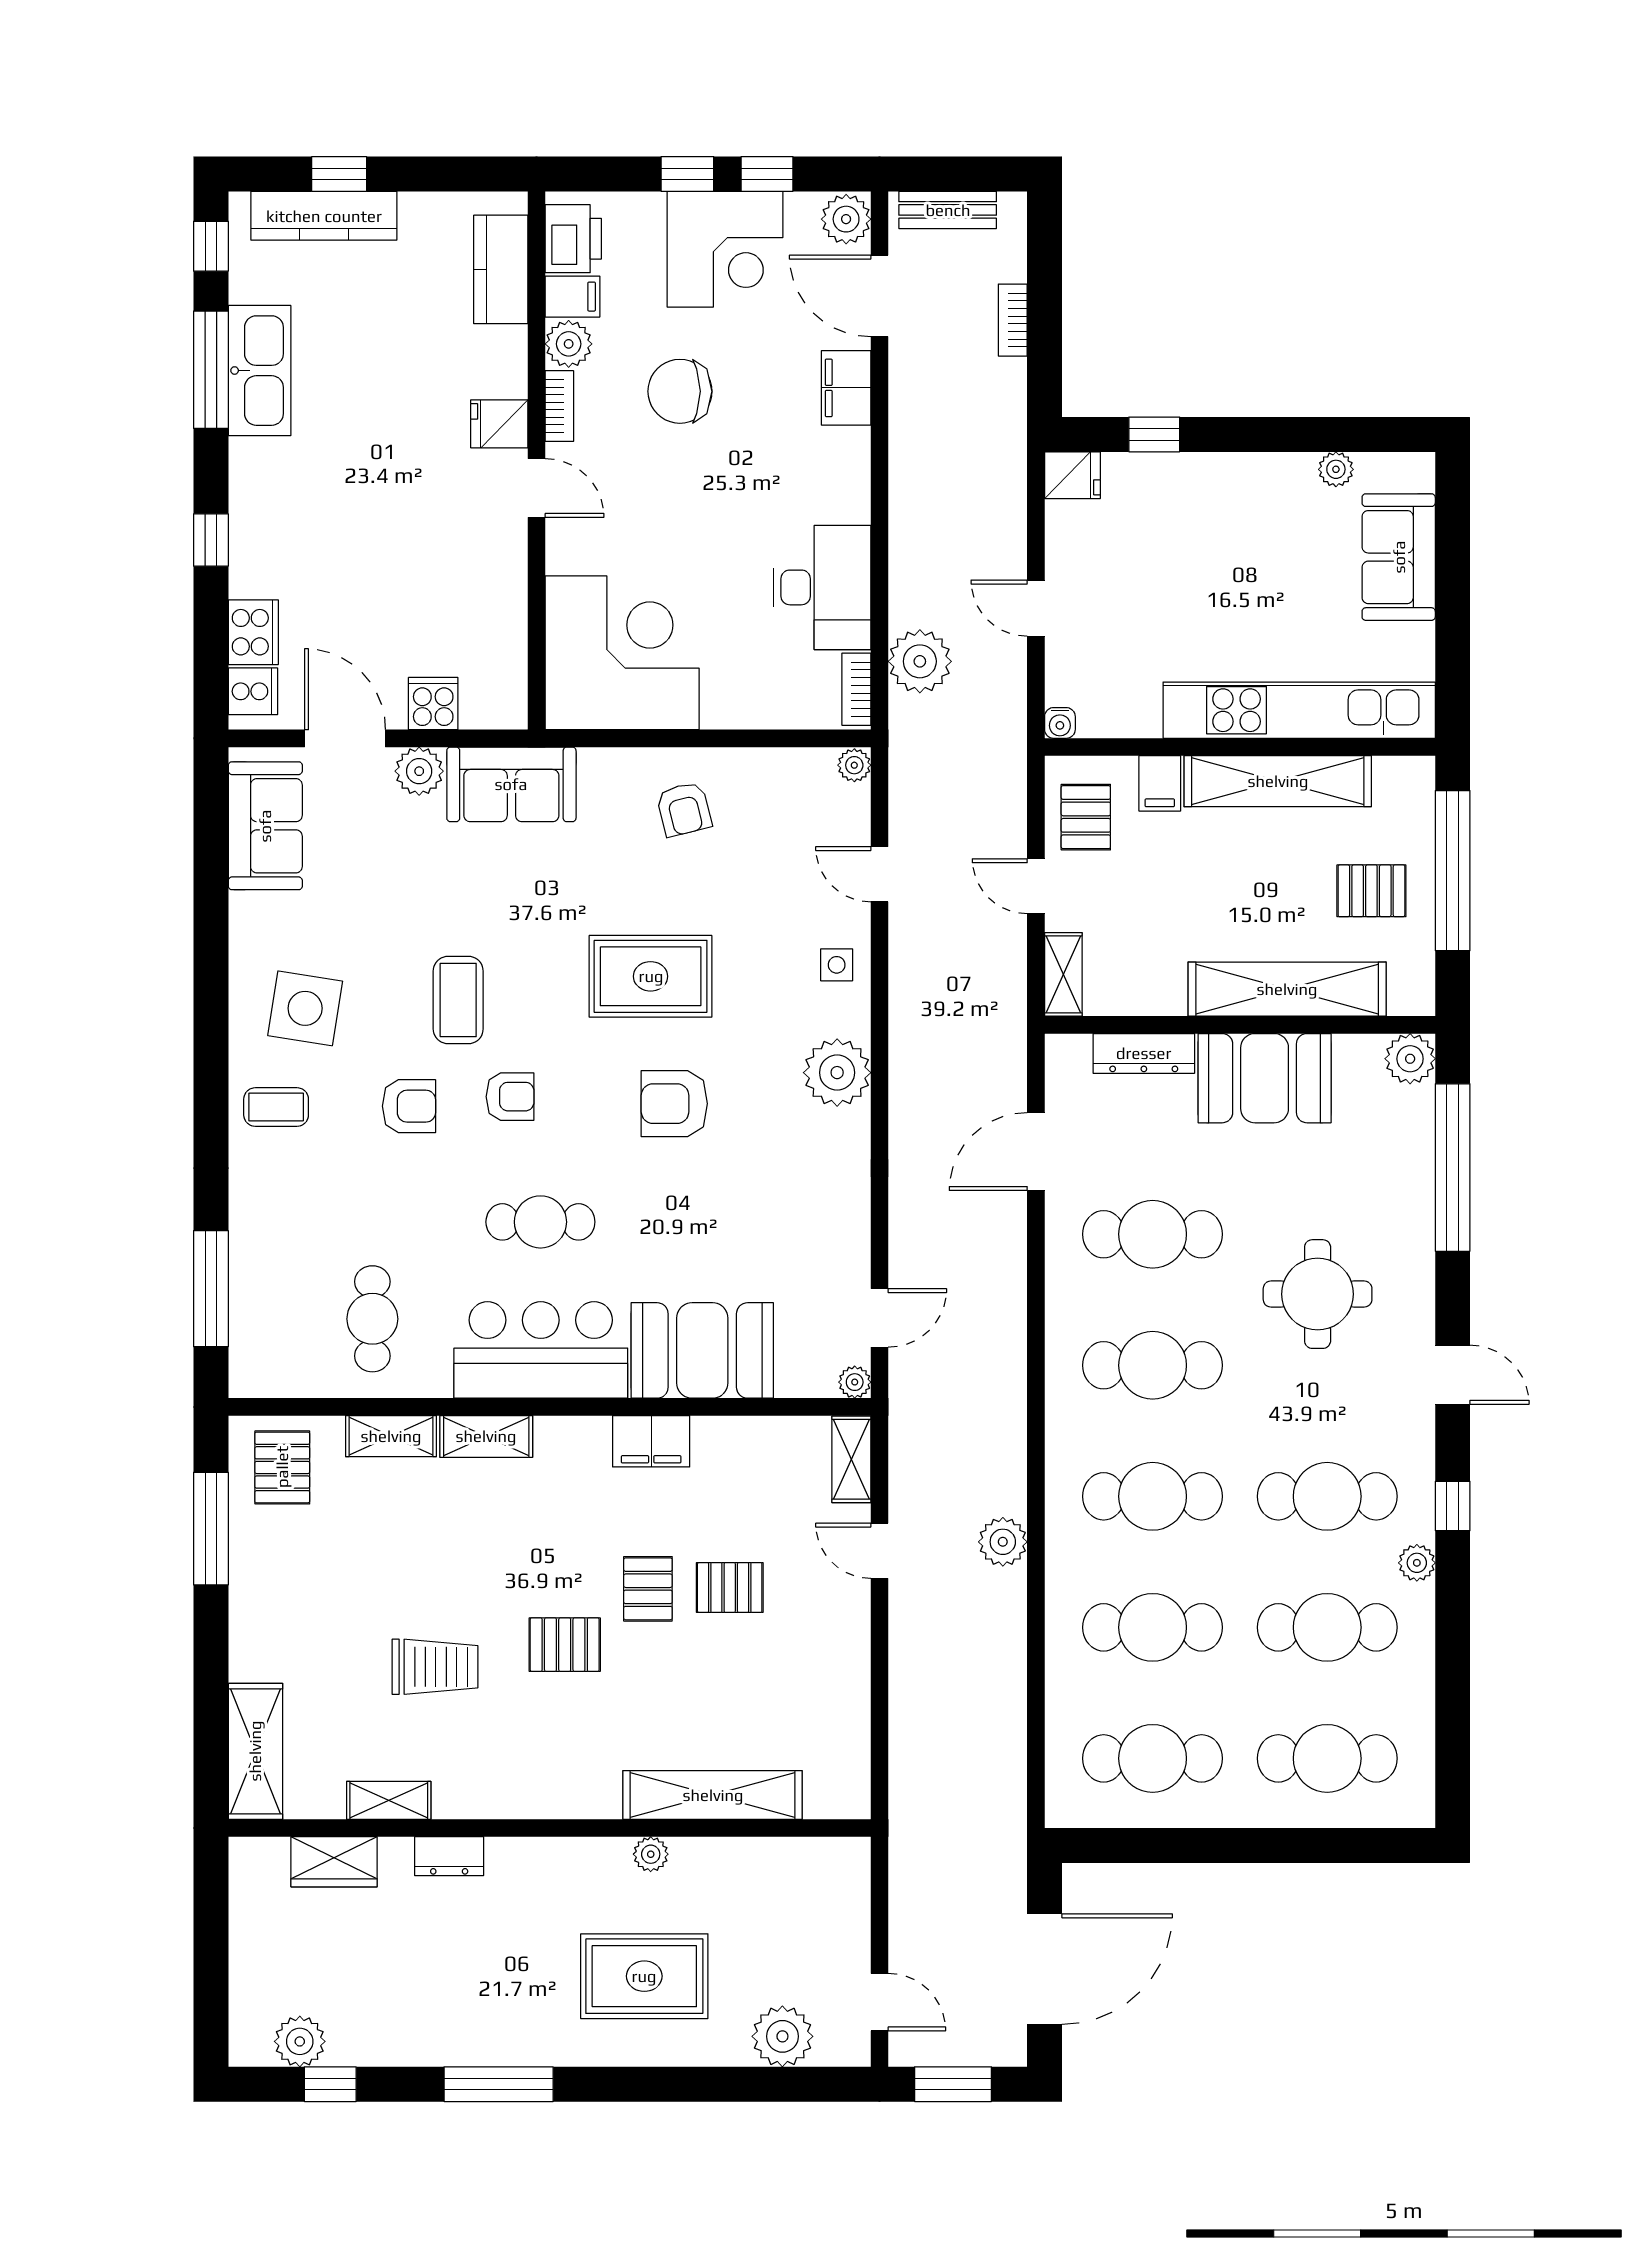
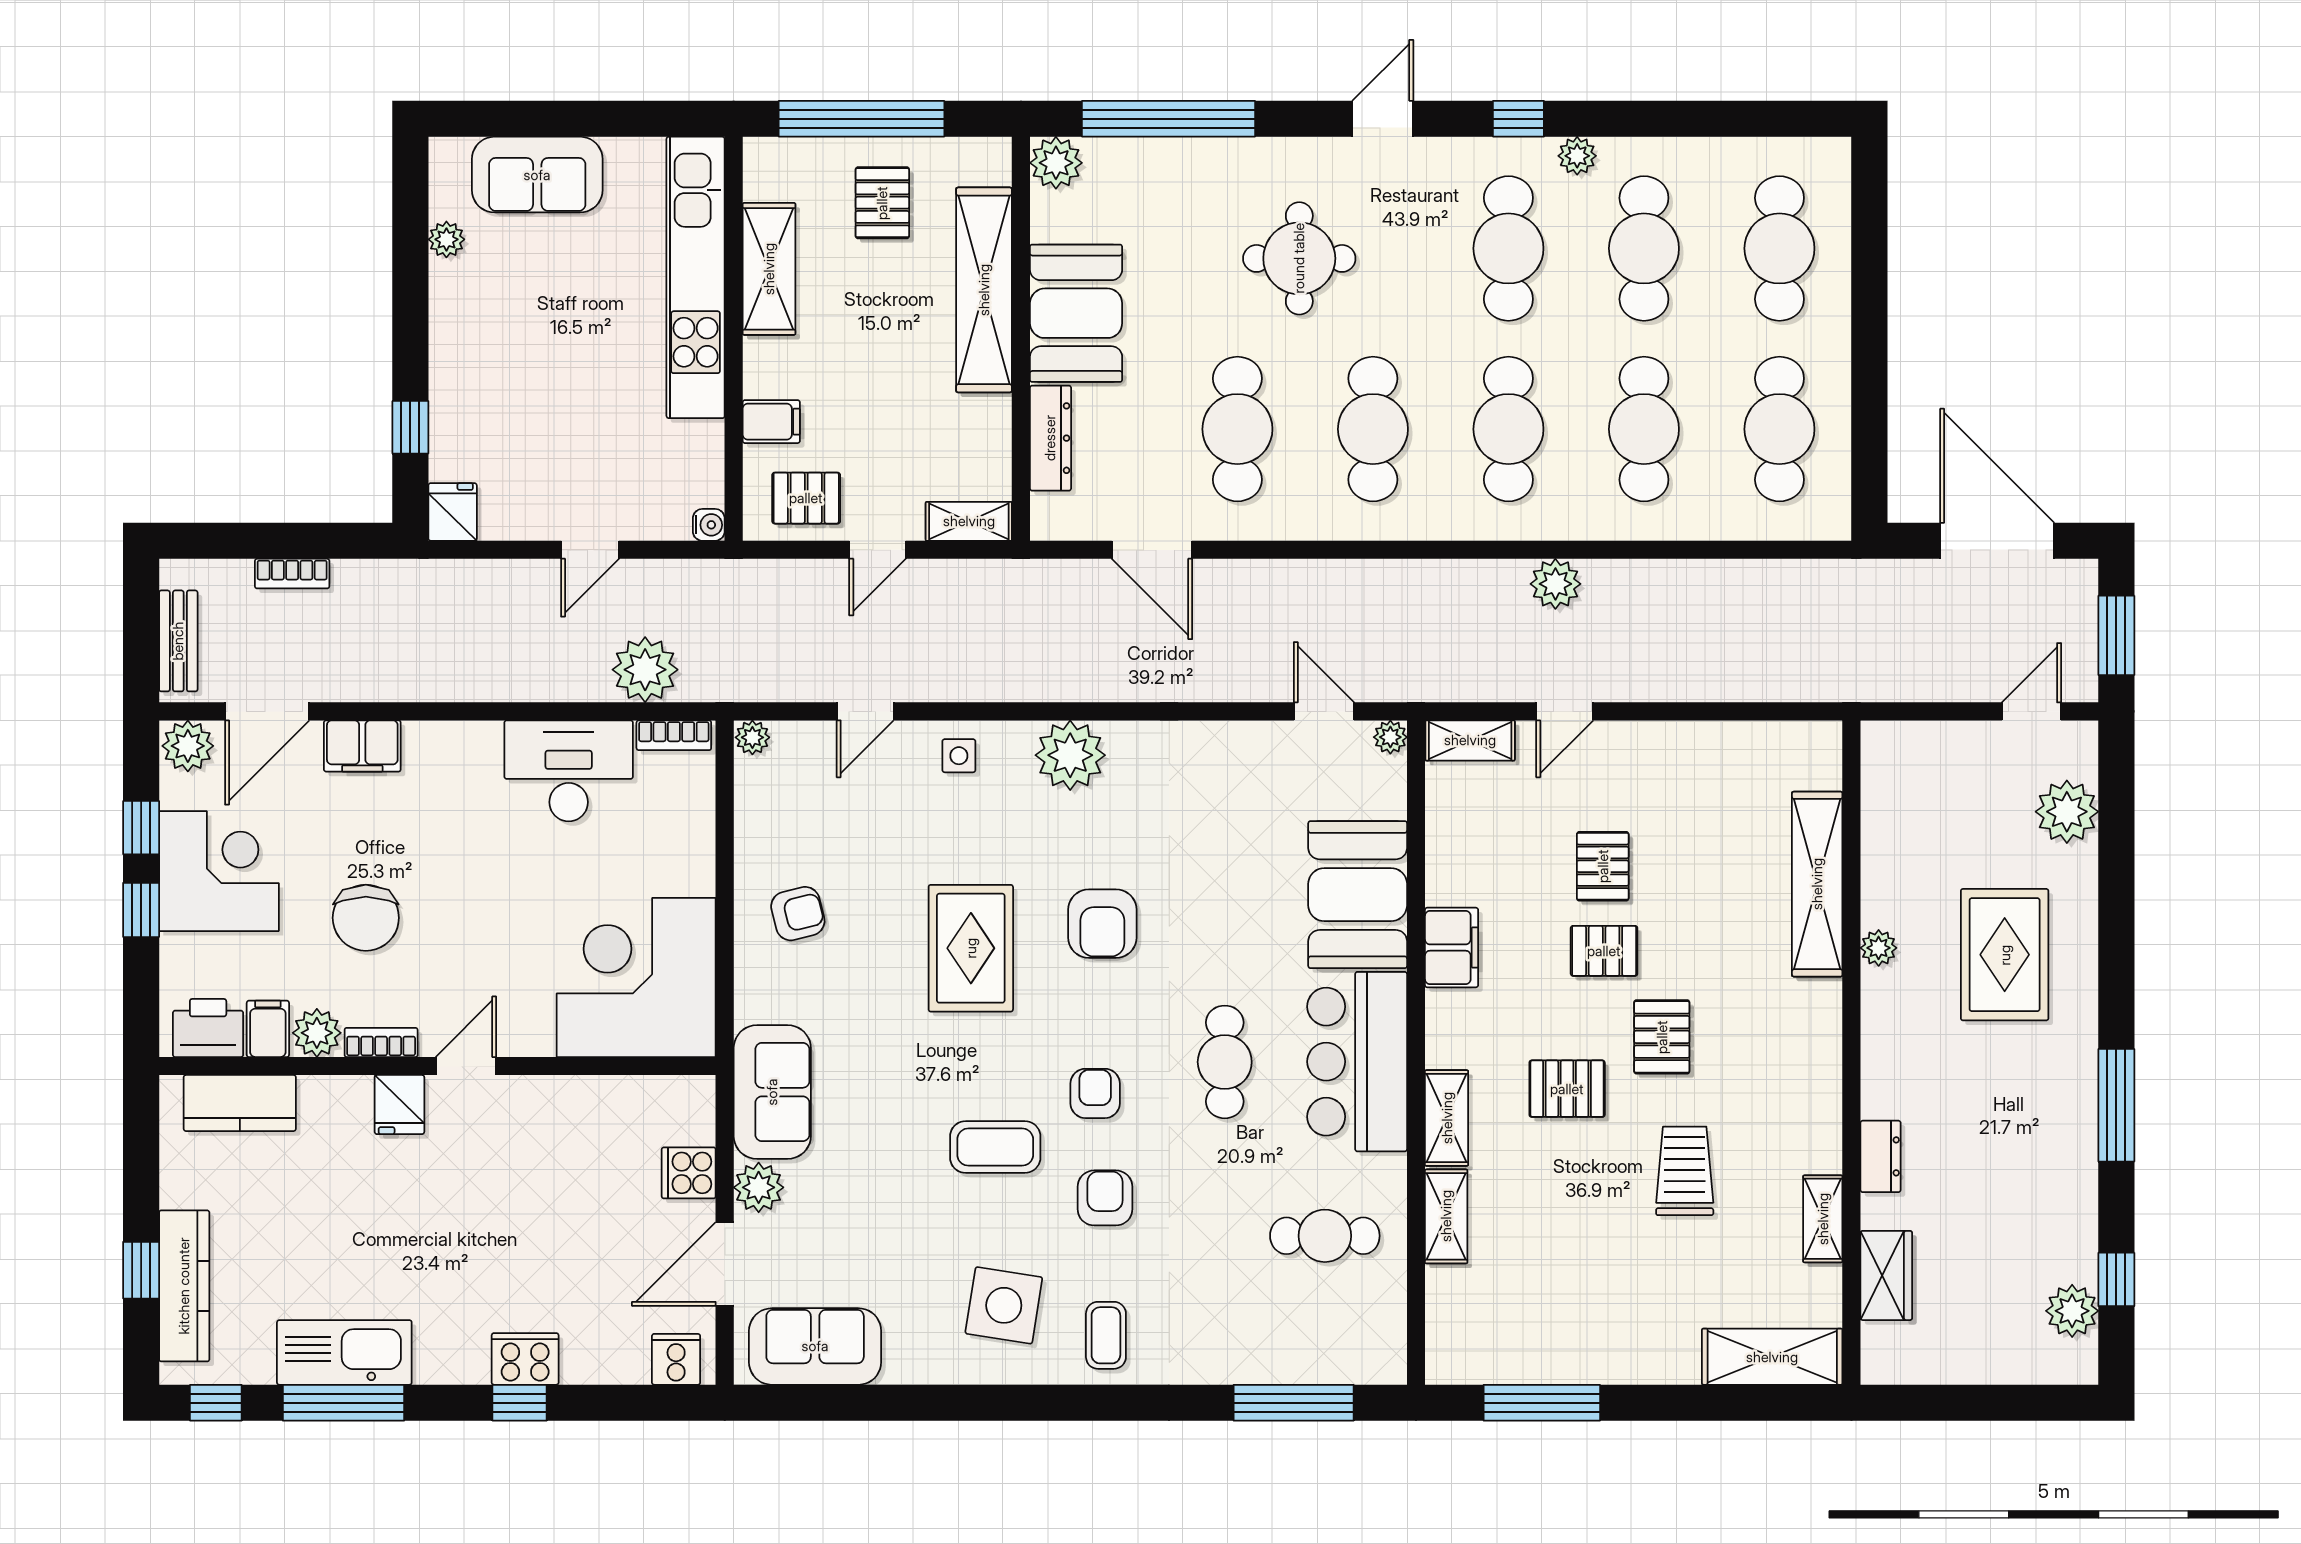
cooker: (253, 632) -> (525, 1359), moved
shelving: (1278, 781) -> (769, 269), width x0.68
pallet: (282, 1467) -> (1567, 1089), moved

